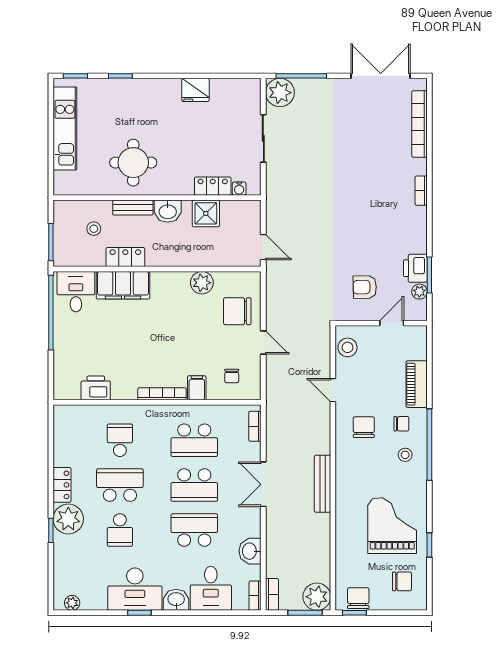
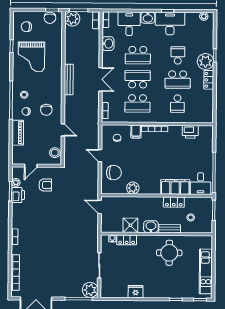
school desk: (194, 440) -> (137, 103), turned 180

